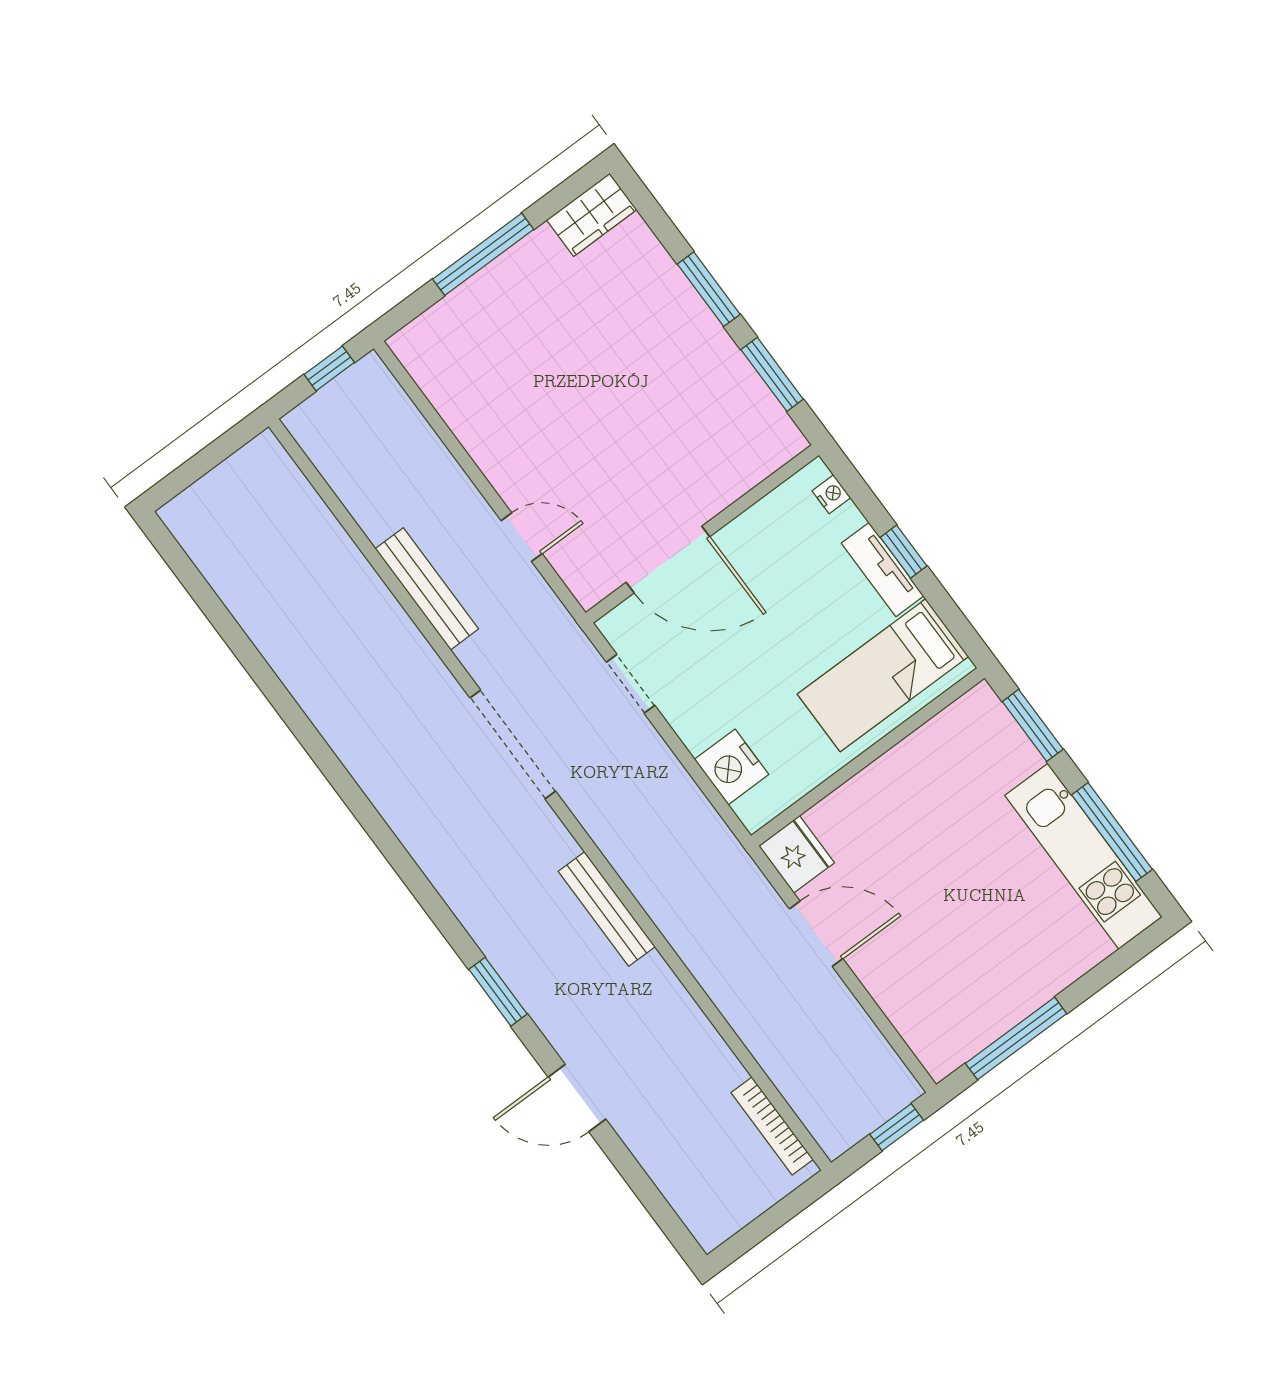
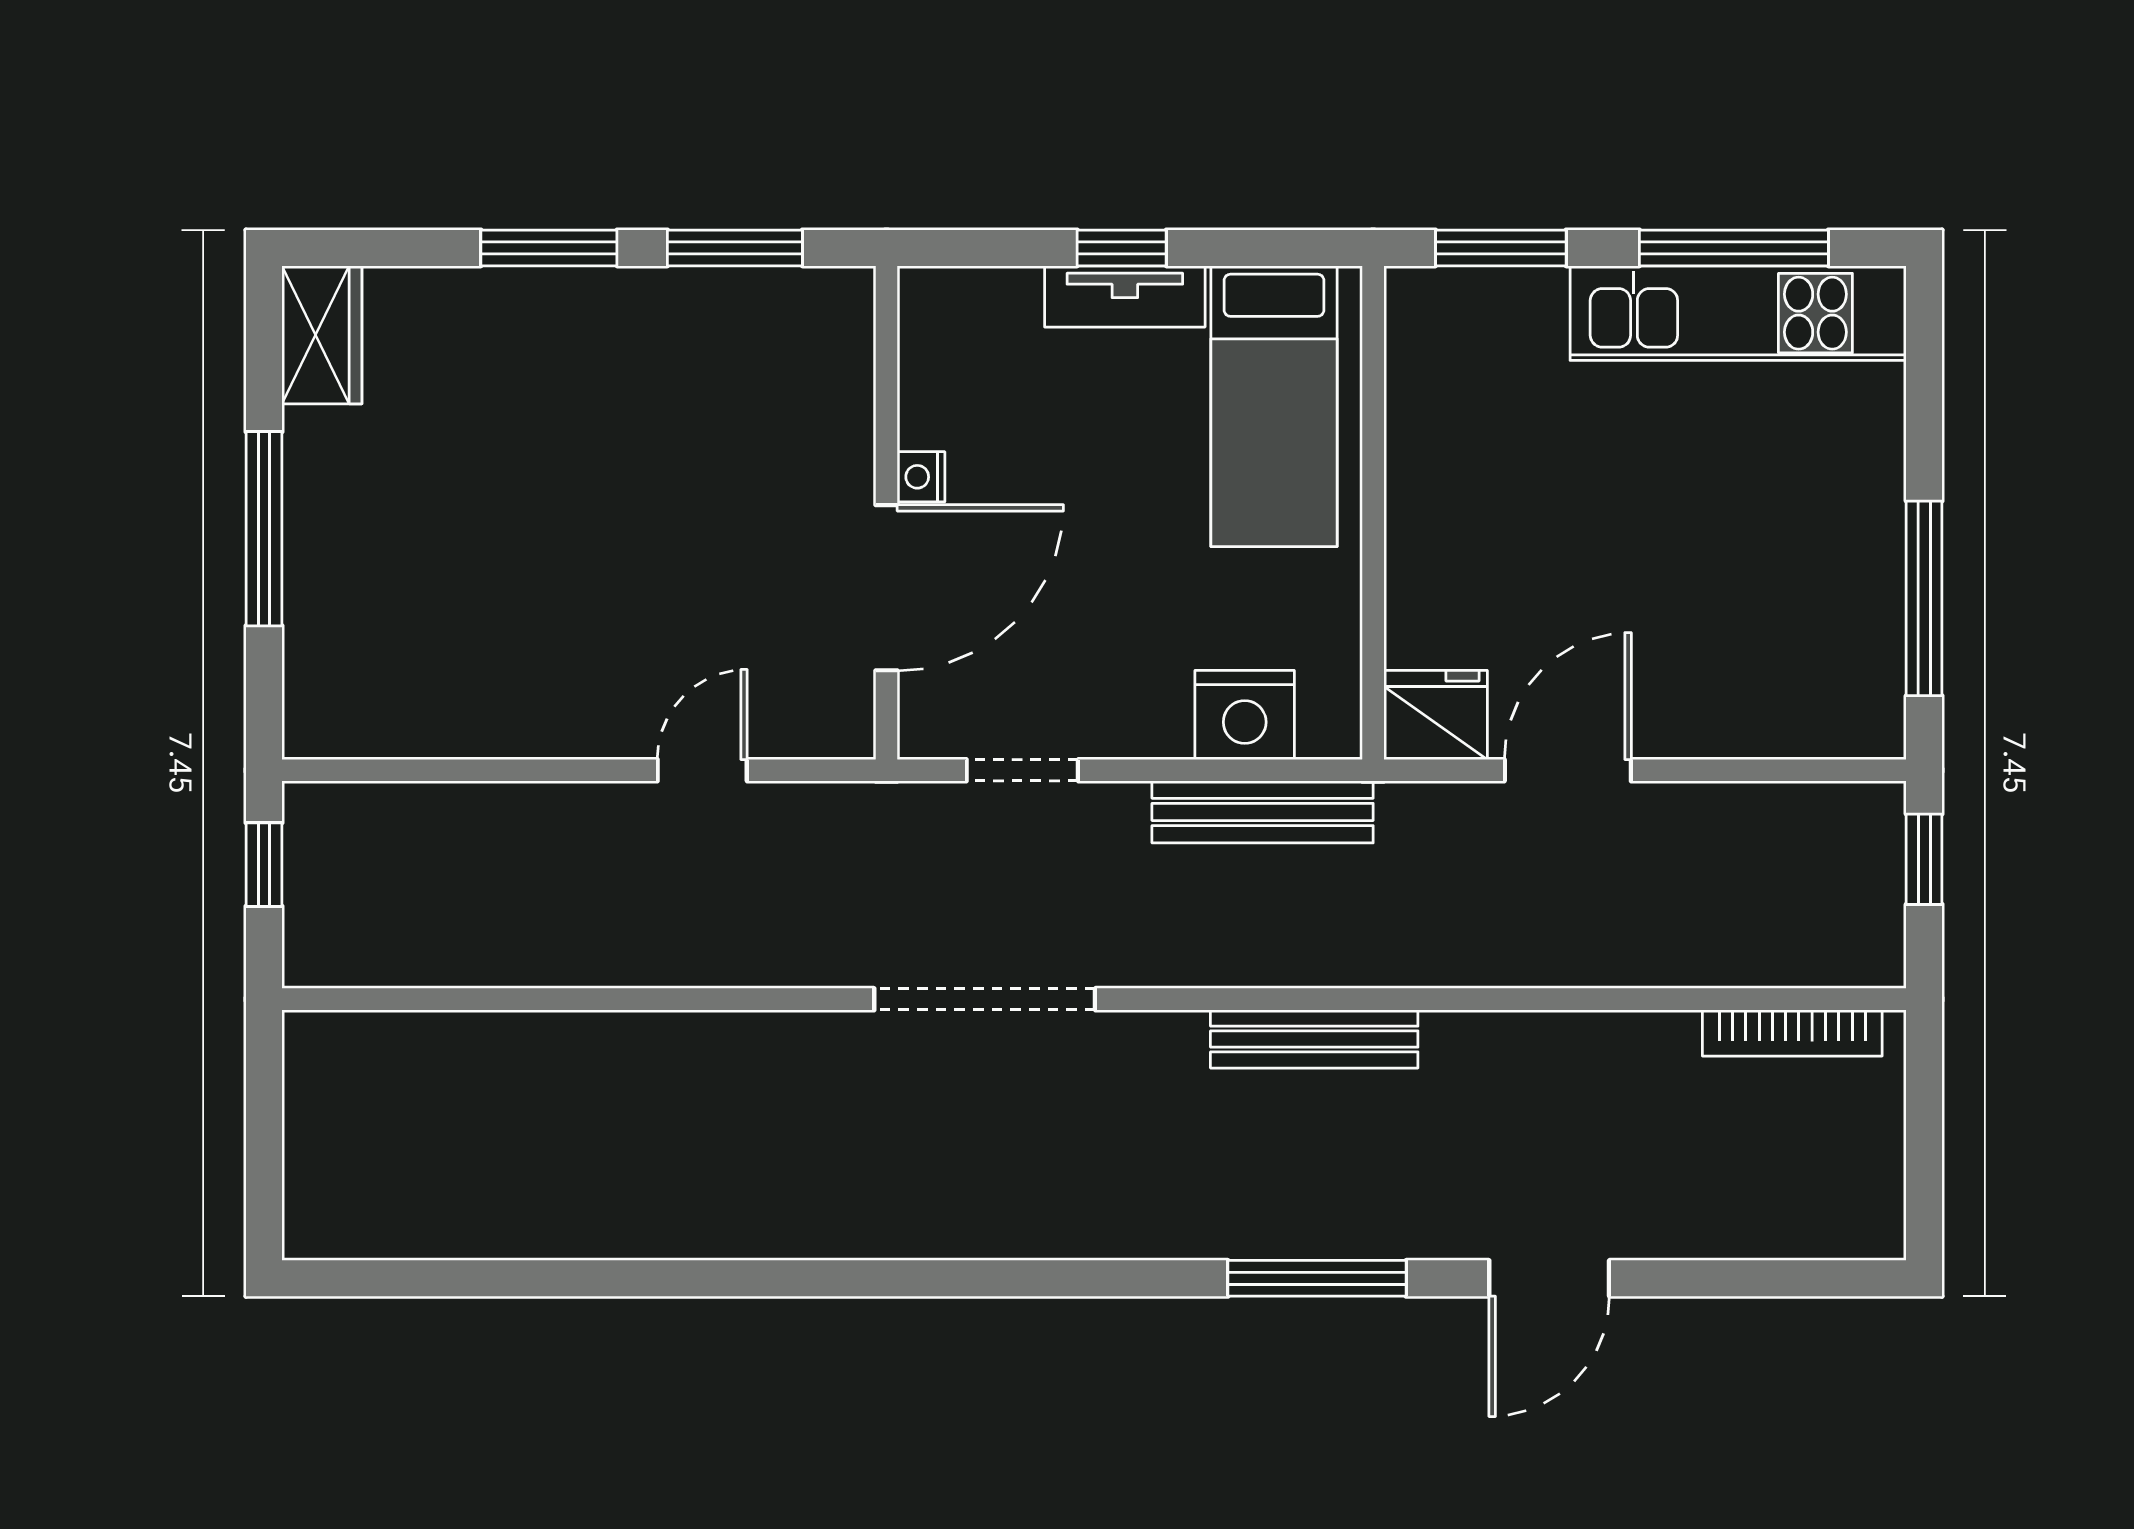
nightstand: (831, 494) -> (921, 477), moved, turned -90
bench: (427, 589) -> (1263, 812), moved
window: (498, 992) -> (1317, 1278), width x1.44

